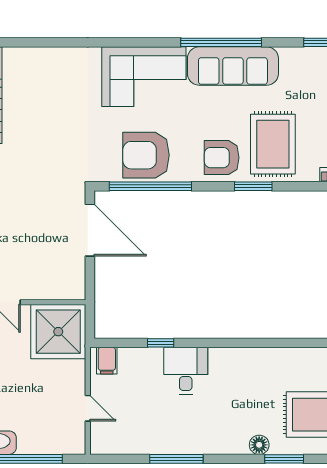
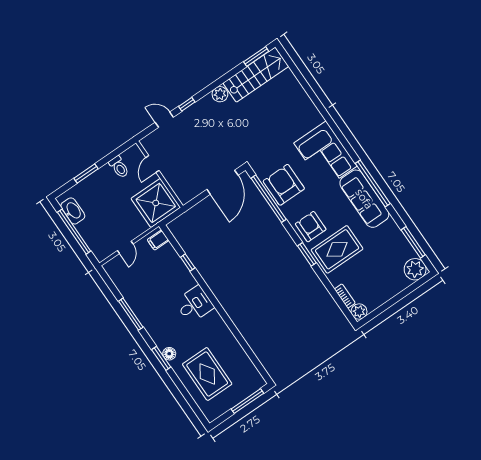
desk: (186, 371) -> (194, 304), moved
window: (284, 459) -> (161, 358), moved

